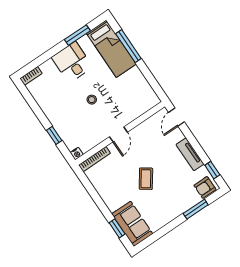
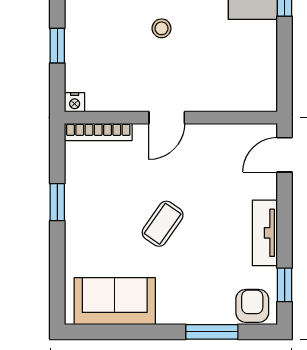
armchair: (205, 187) -> (252, 306), turned 90
sofa: (132, 224) -> (115, 301), moved, turned -90
window: (117, 228) -> (57, 202), moved

